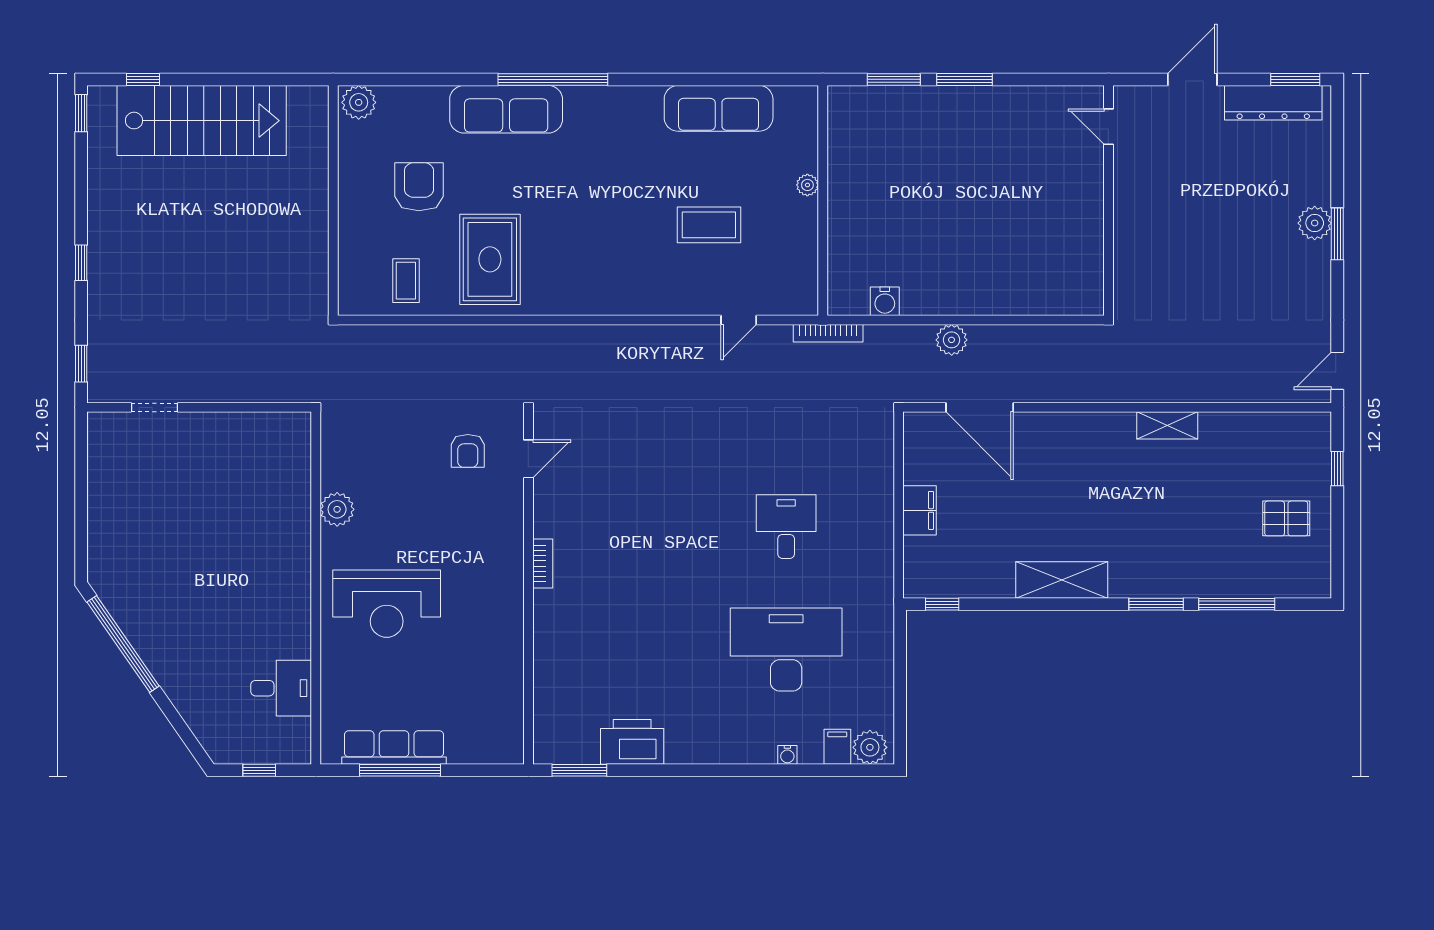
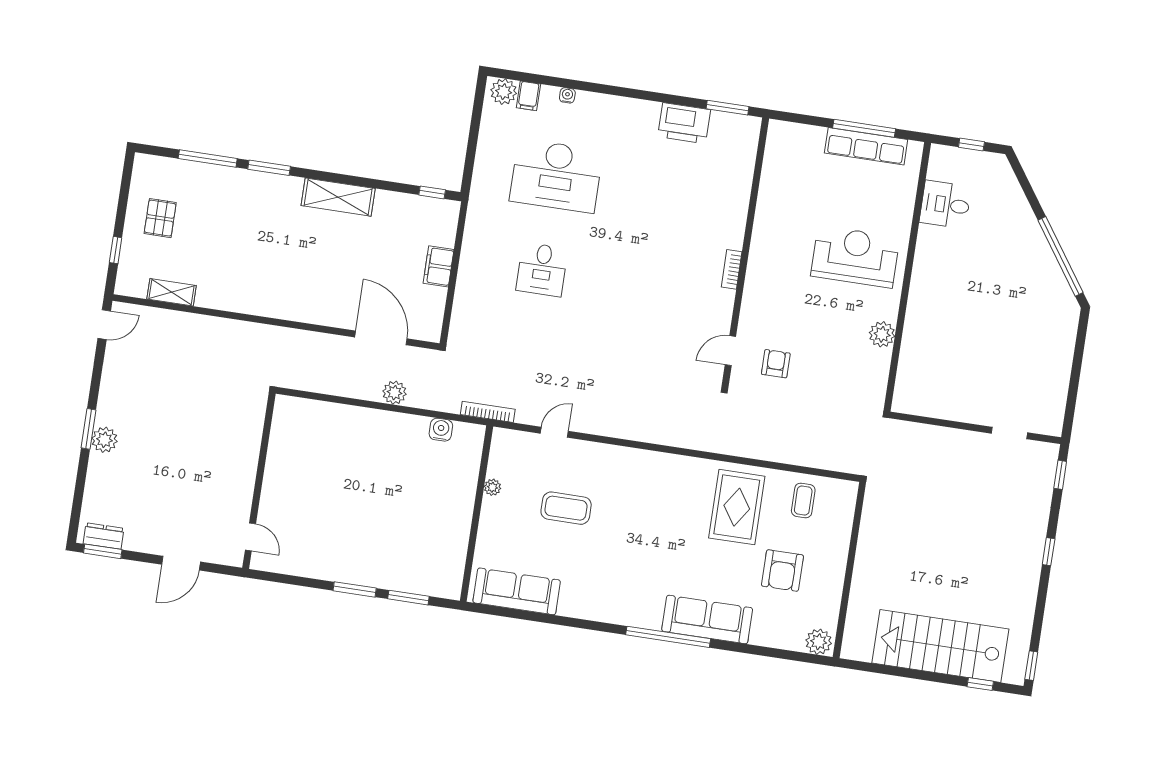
dresser: (1273, 103) -> (104, 536), width x0.51, depth x0.80
sofa: (719, 108) -> (517, 591), moved
plant: (807, 185) -> (492, 487), moved
shelving: (1167, 425) -> (172, 292), moved
pallet: (1286, 518) -> (160, 218), turned 90

